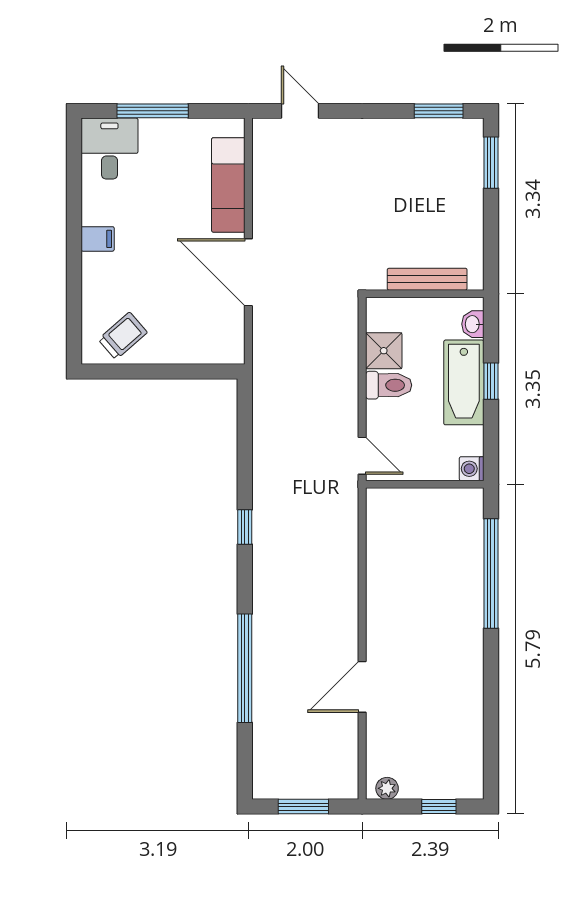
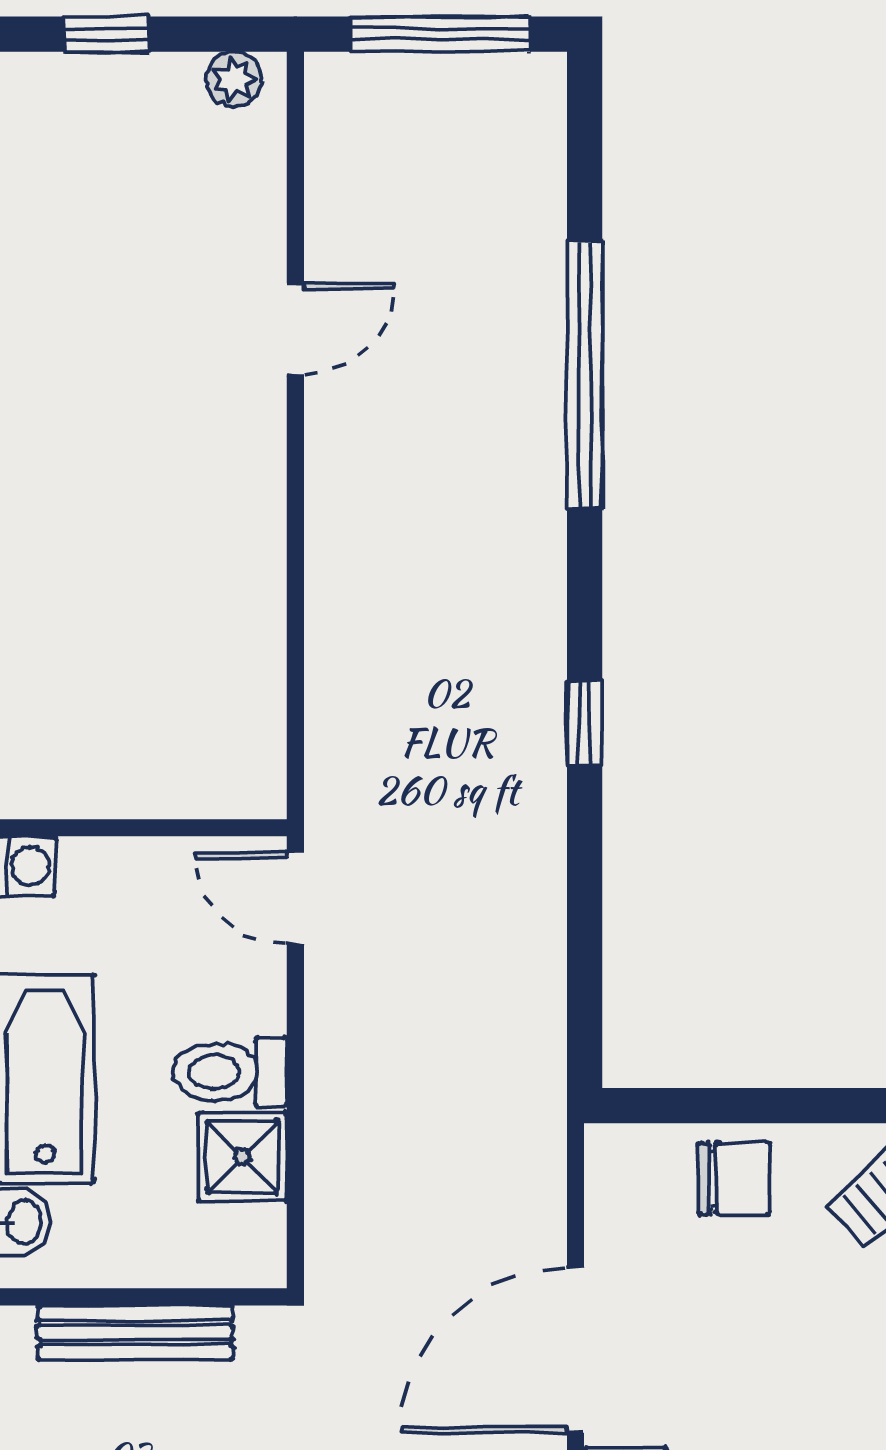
door: (248, 272) -> (576, 1350), swing flipped
chair: (184, 342) -> (734, 1179), added
door: (362, 687) -> (295, 329), width x0.73
window: (303, 807) -> (440, 34), width x1.44

